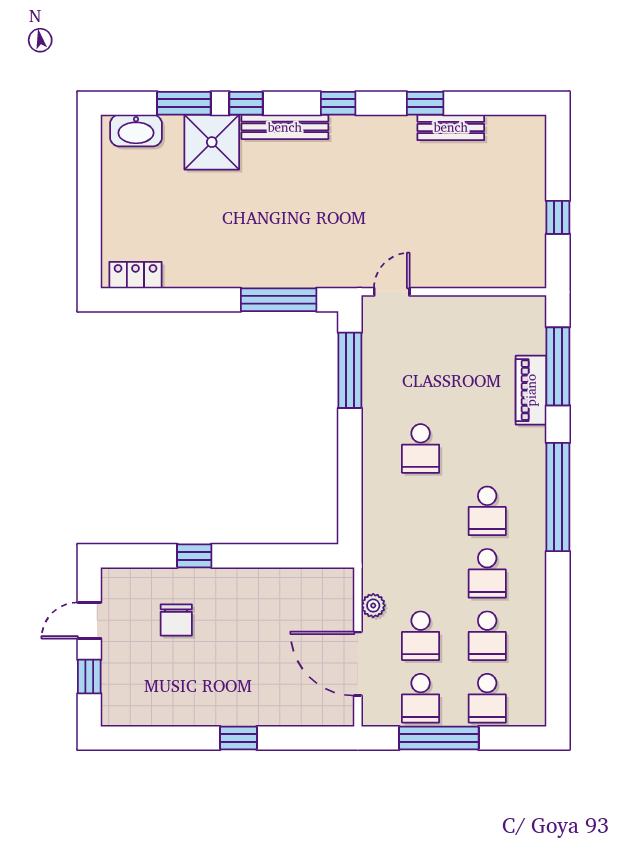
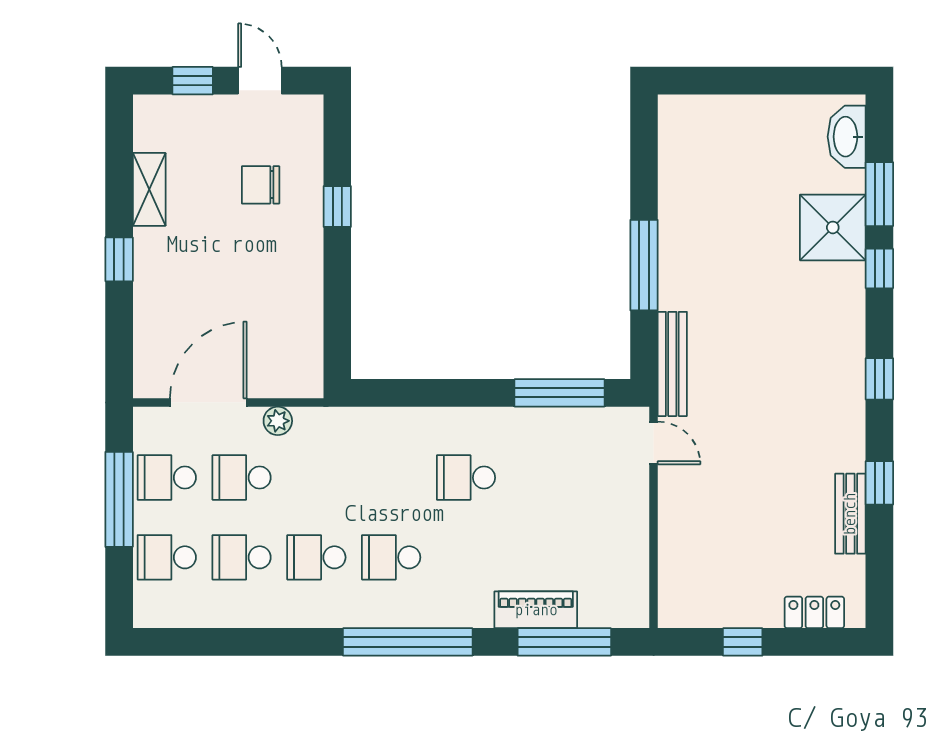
bench: (285, 127) -> (672, 364), moved
locker: (136, 275) -> (814, 612), moved, turned -90
window: (279, 300) -> (644, 265), moved
shelving: (180, 713) -> (149, 189), added

